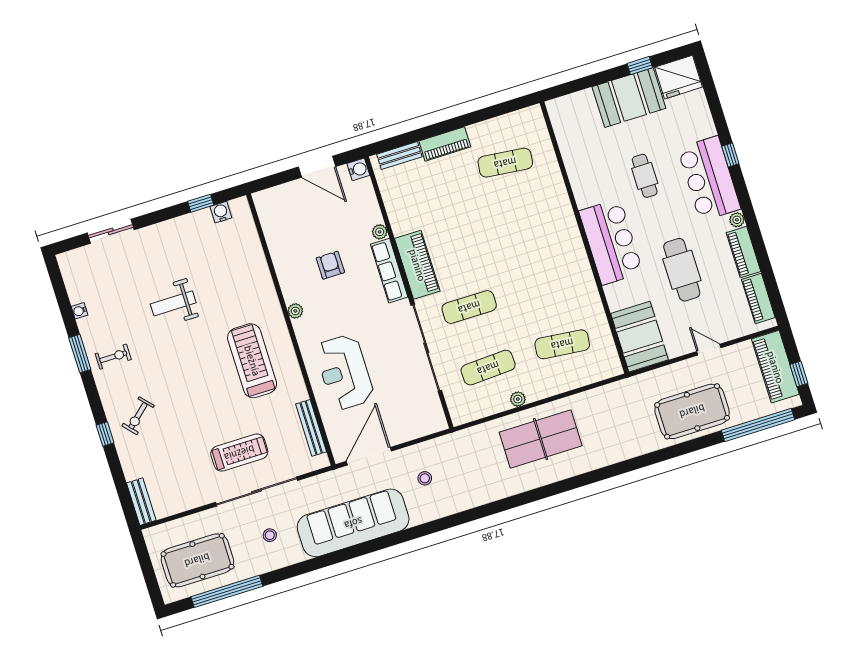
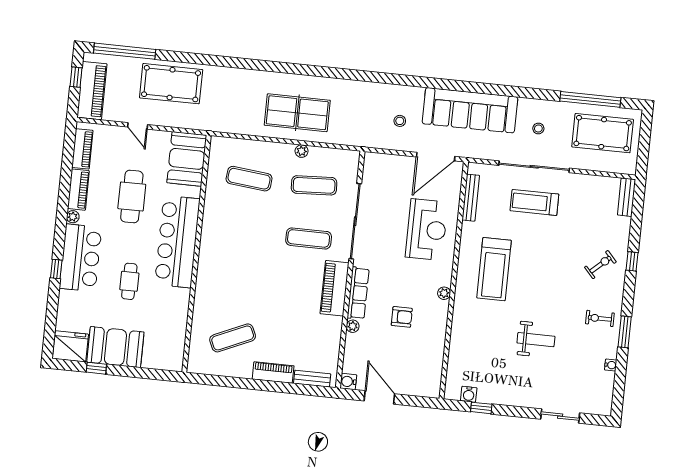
exercise mat: (505, 163) -> (233, 338), turned -30
bar counter: (611, 242) -> (177, 242), width x1.36
armchair: (330, 265) -> (402, 317), turned -90

